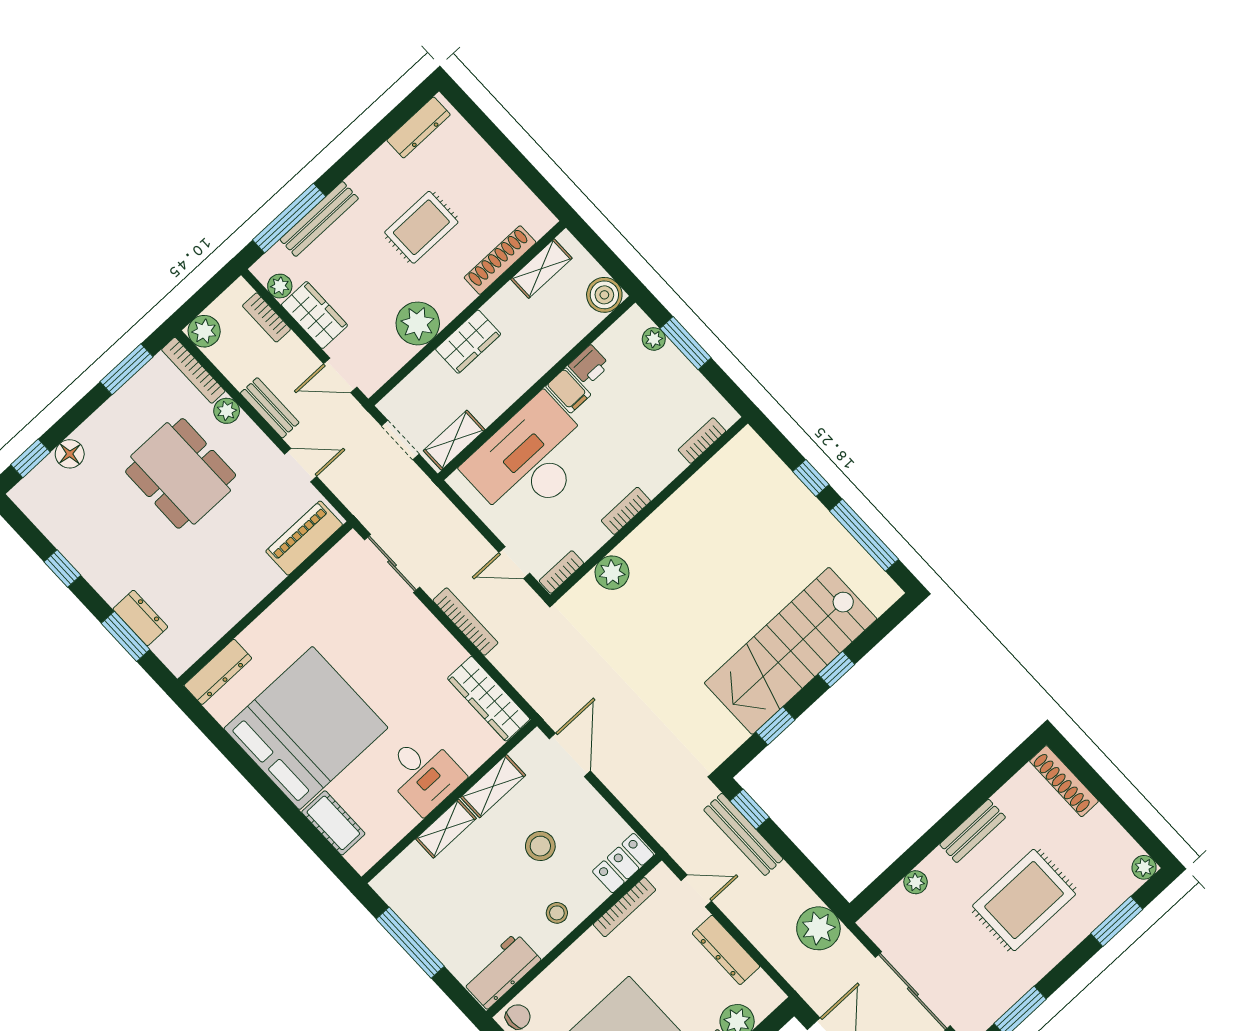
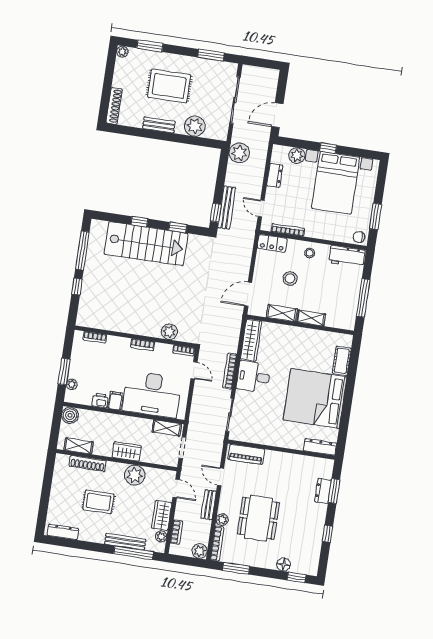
desk: (424, 774) -> (254, 377), moved, turned -90
plant: (916, 882) -> (195, 126), width x1.87, depth x1.87
dresser: (726, 950) -> (275, 175), width x0.70

